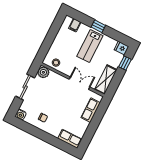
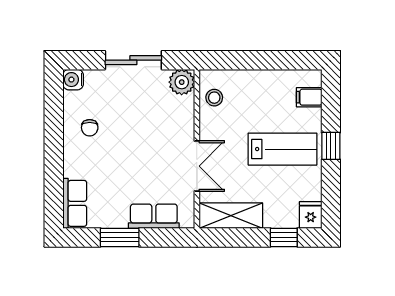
lab bench: (90, 46) -> (283, 149), turned 180
window: (92, 128) -> (120, 237), added

